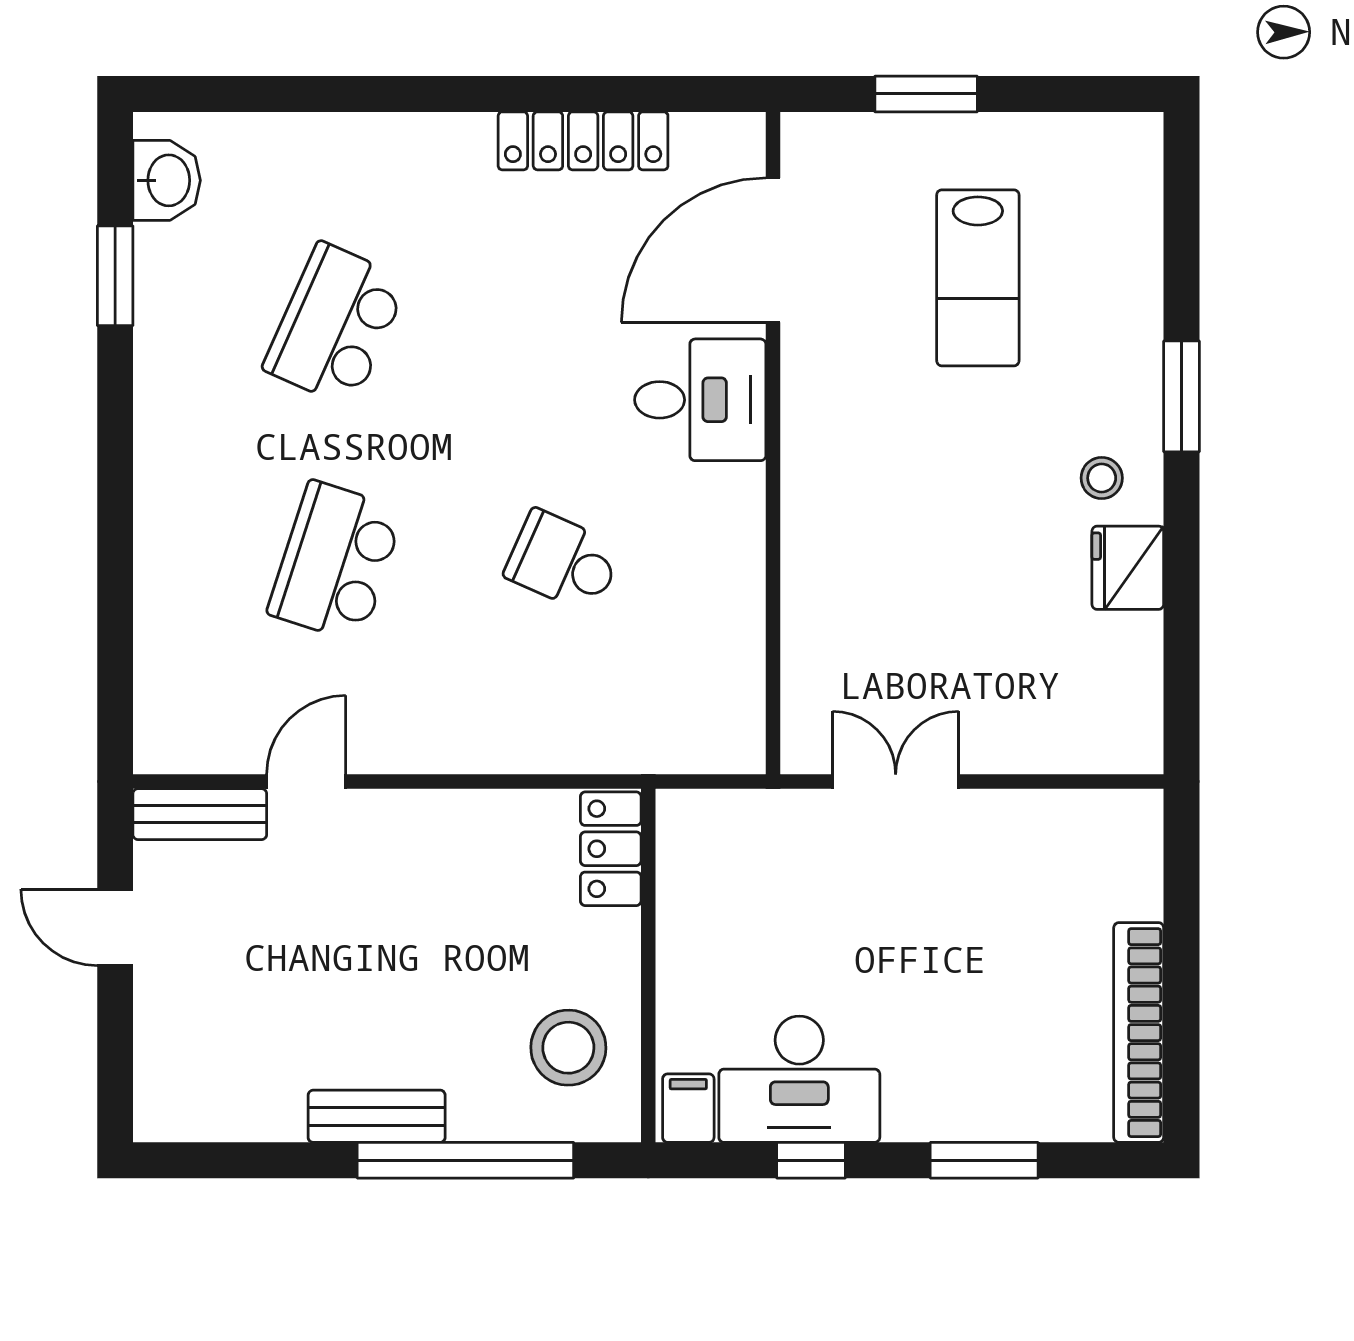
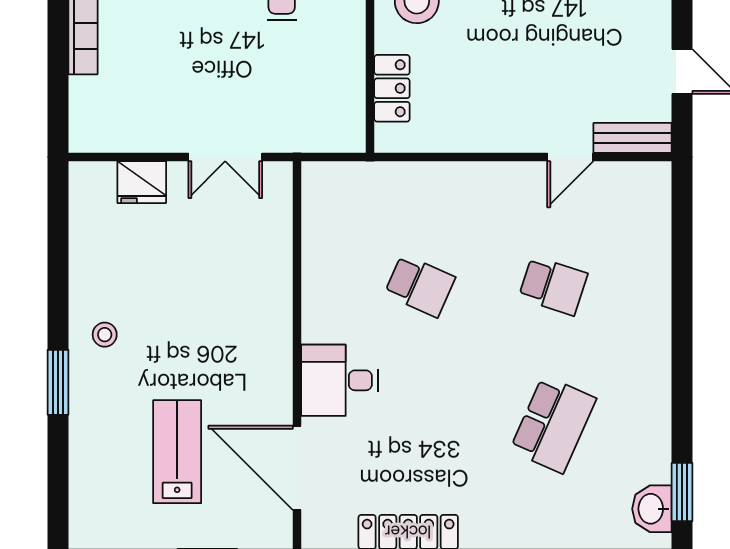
door: (773, 250) -> (297, 468), swing flipped
window: (115, 276) -> (682, 492), moved
school desk: (336, 562) -> (553, 286), width x0.54
fridge: (1128, 568) -> (142, 182), moved, turned 90
locker: (611, 849) -> (392, 88), moved

